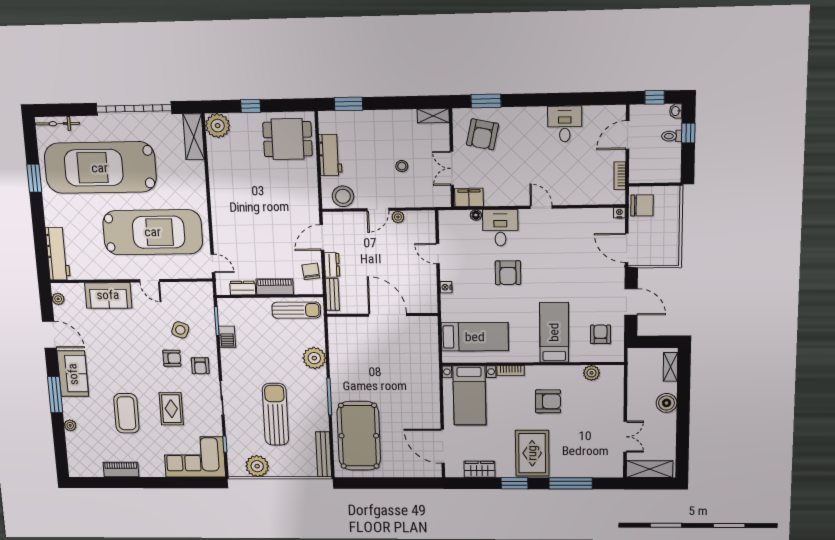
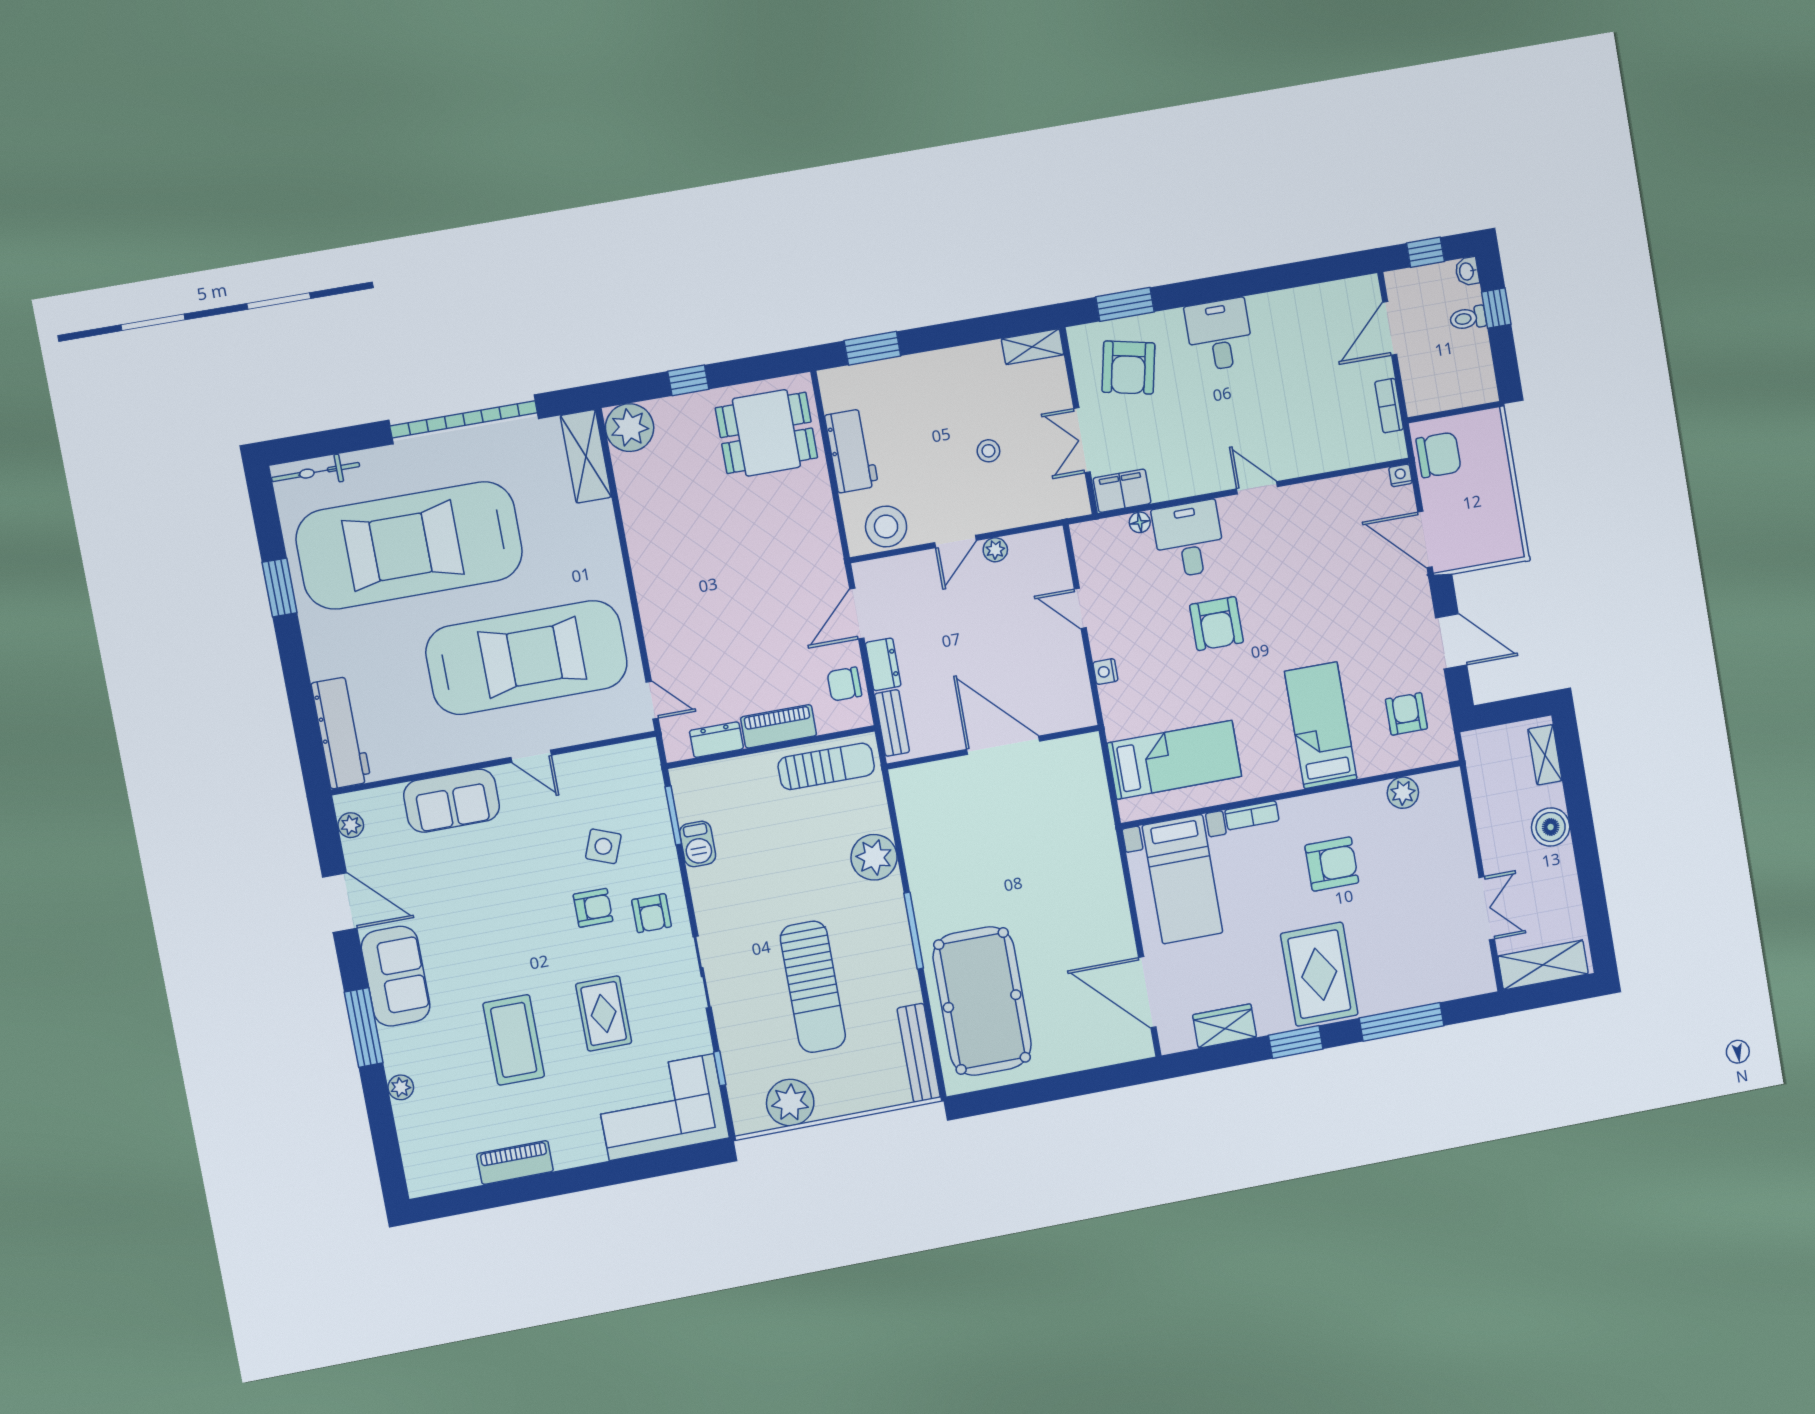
desk: (565, 124) -> (1219, 335), moved
chair: (311, 271) -> (844, 684), turned -83
sun lounger: (275, 414) -> (813, 987), turned 180

